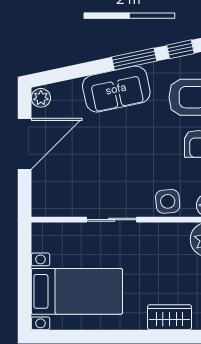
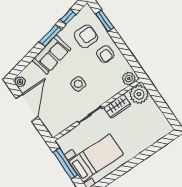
side table: (168, 201) -> (78, 84), moved
window: (25, 268) -> (65, 163), added
wardrobe: (169, 317) -> (117, 106), moved, turned 180

